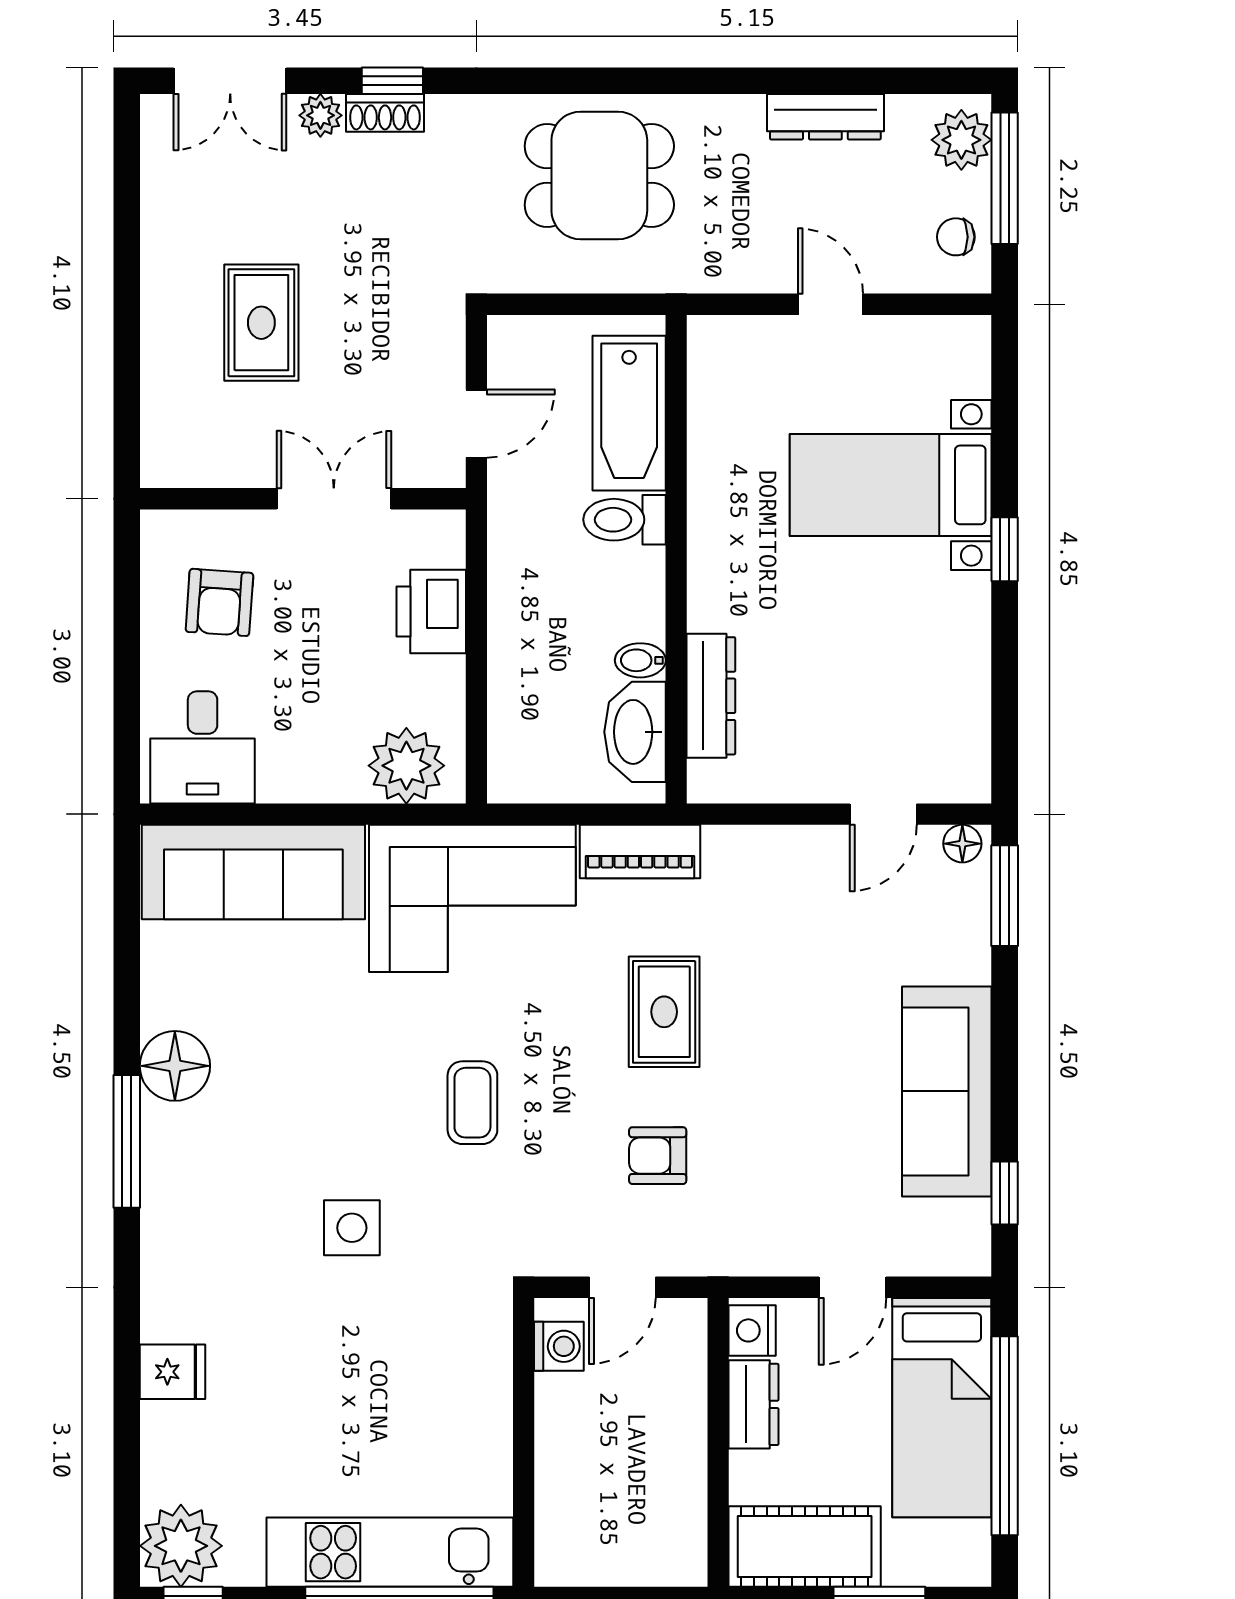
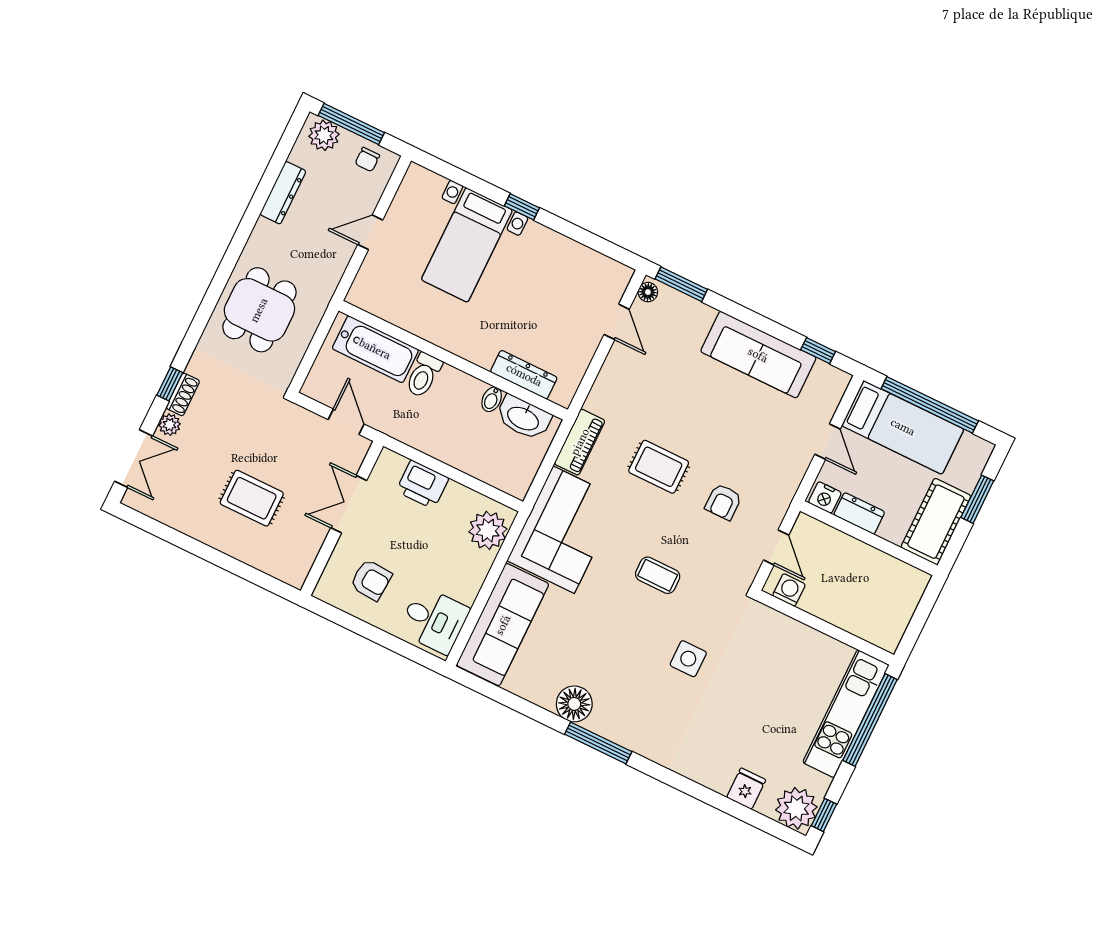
fridge: (173, 1372) -> (746, 789), moved

